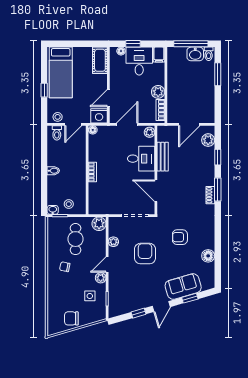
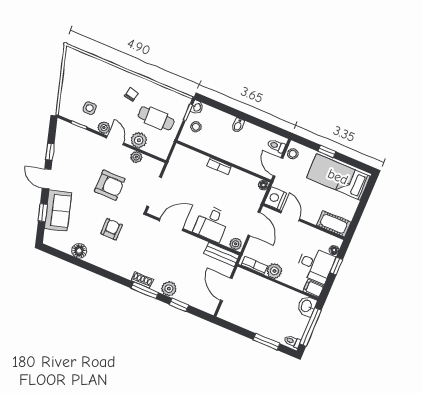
washbasin: (195, 54) -> (307, 306), moved
plant: (208, 140) -> (169, 289), moved
bench: (163, 157) -> (222, 254), moved
plant: (99, 224) -> (139, 140), moved
chair: (71, 318) -> (74, 79), removed

